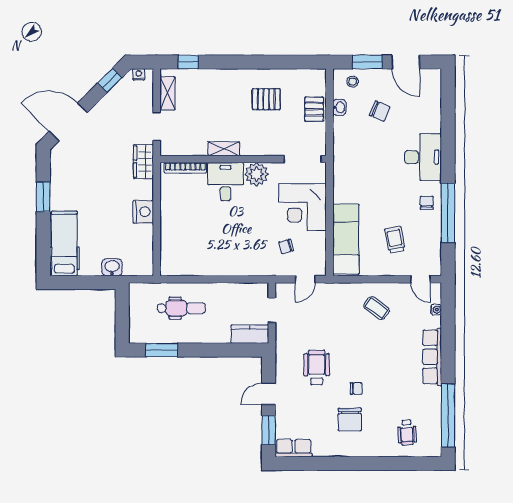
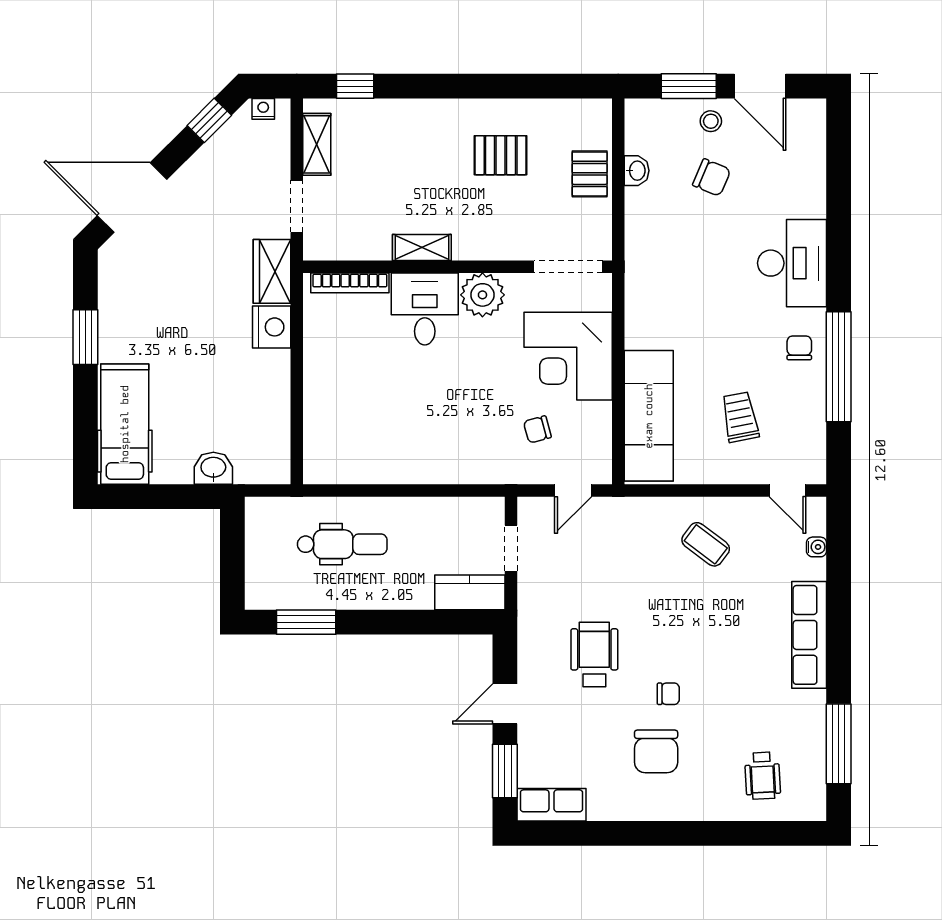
stool: (353, 82) -> (711, 121), moved
nightstand: (143, 212) -> (272, 327), moved
window: (448, 415) -> (839, 744), width x0.68

